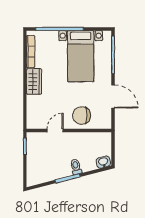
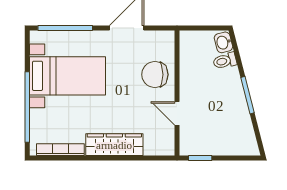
wardrobe: (34, 82) -> (114, 145), width x1.50
chair: (82, 116) -> (155, 75), turned 90
toilet: (76, 167) -> (225, 61), moved

